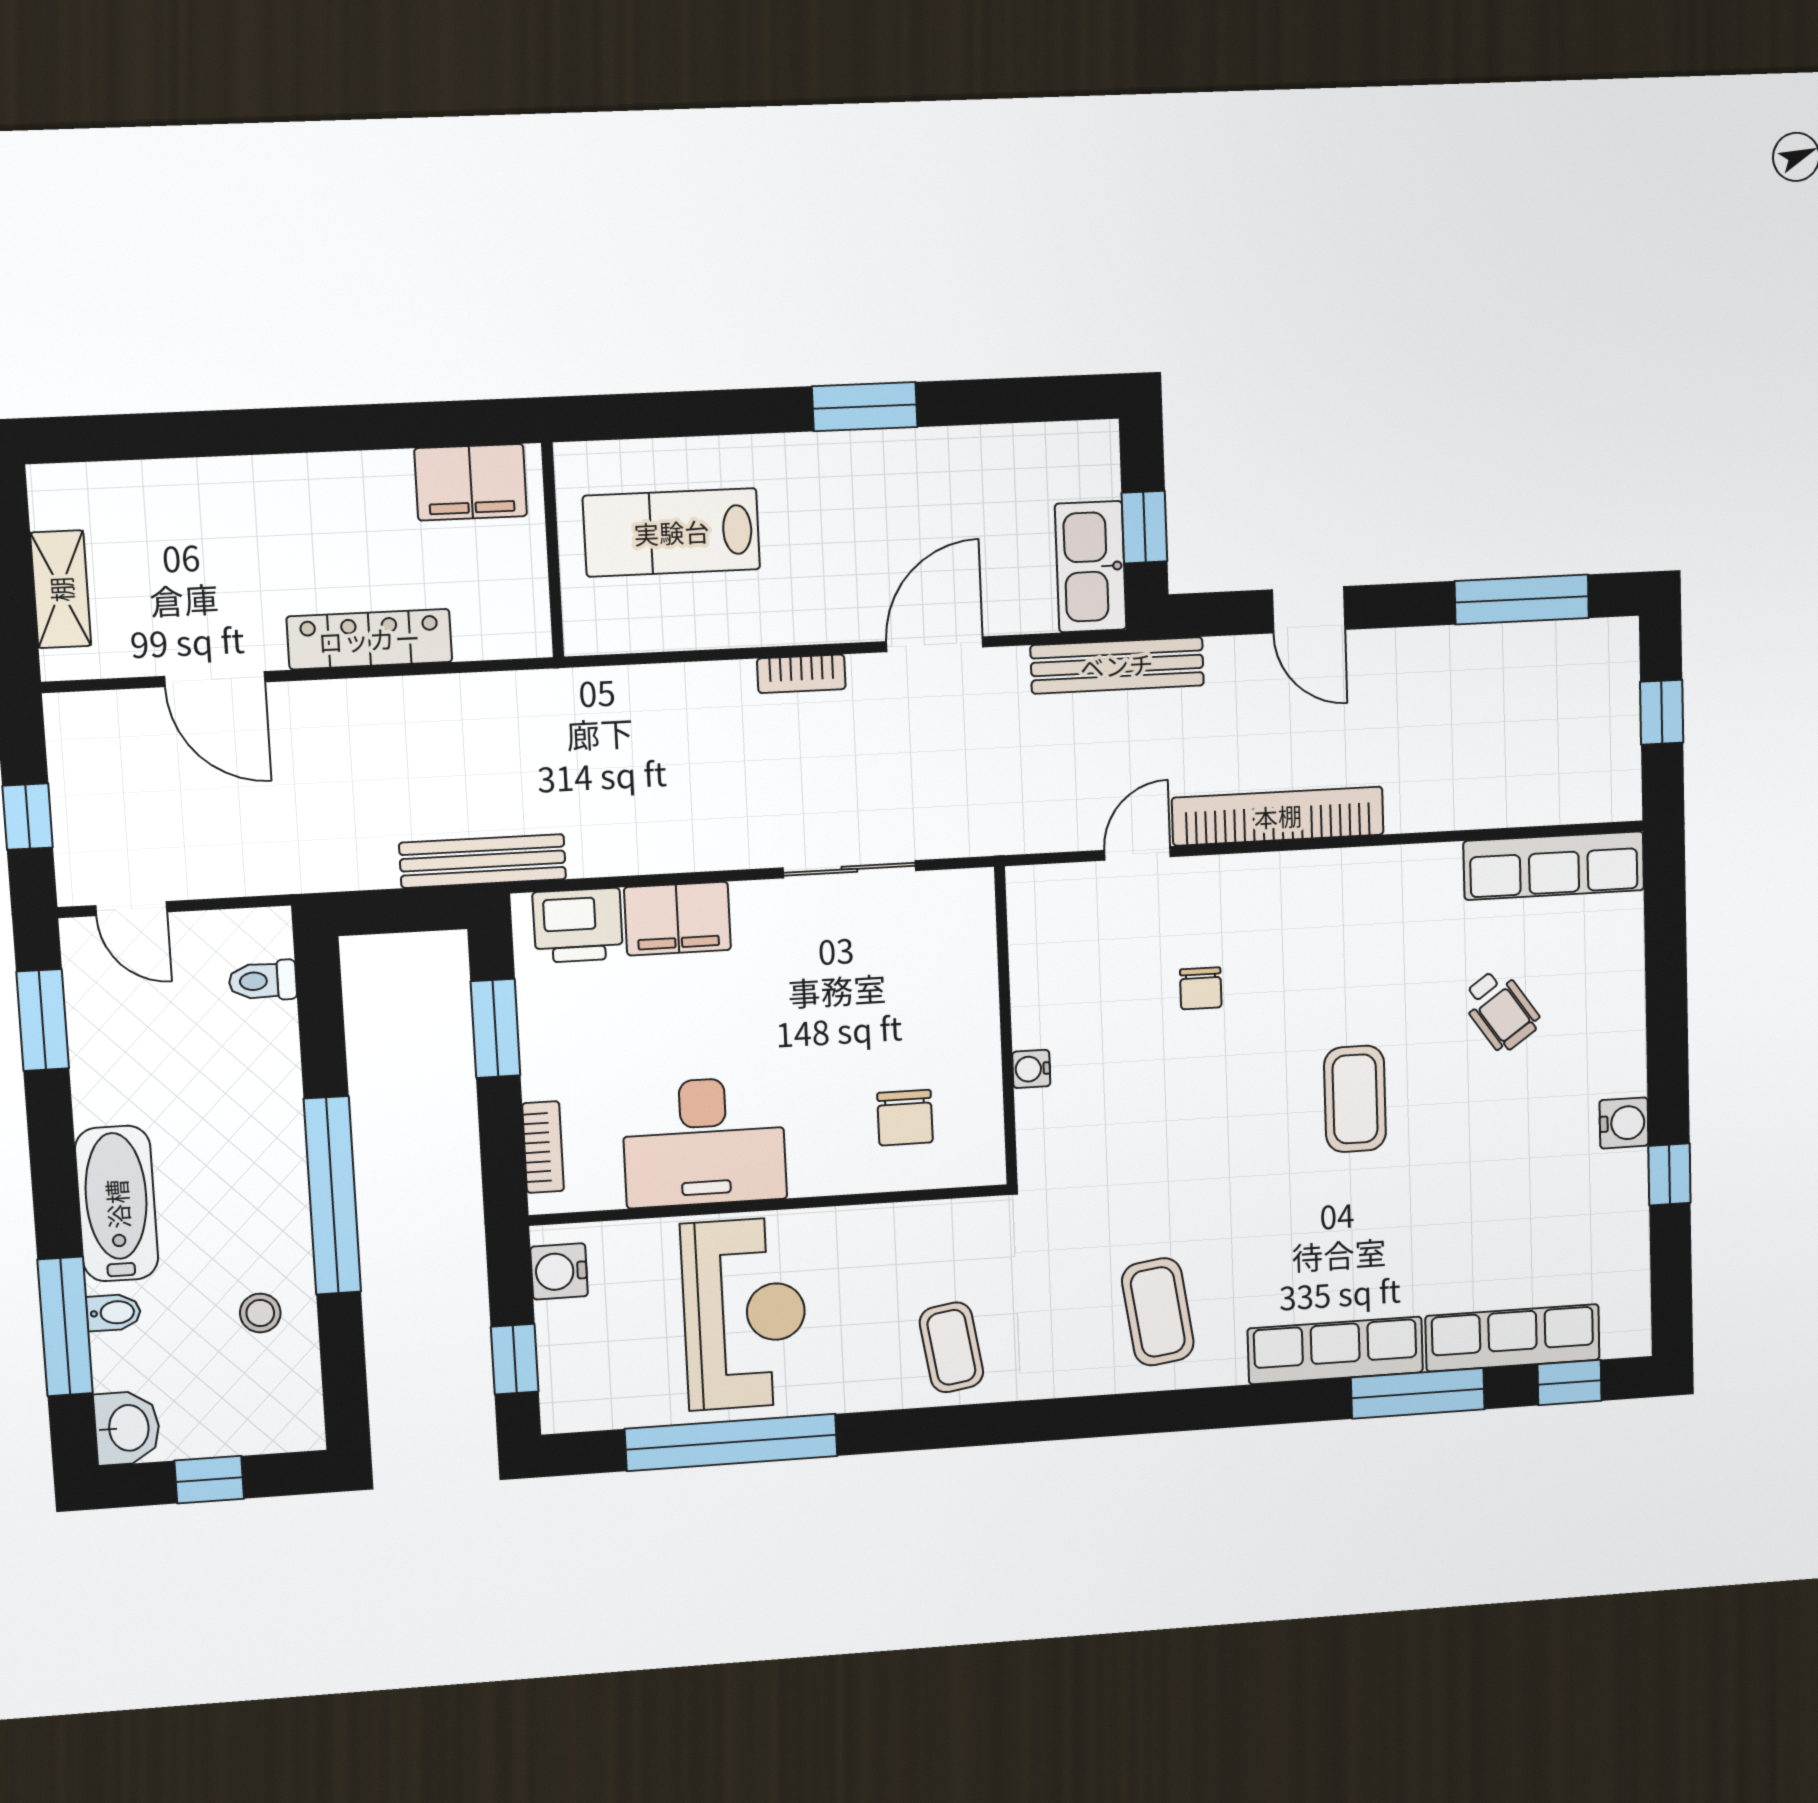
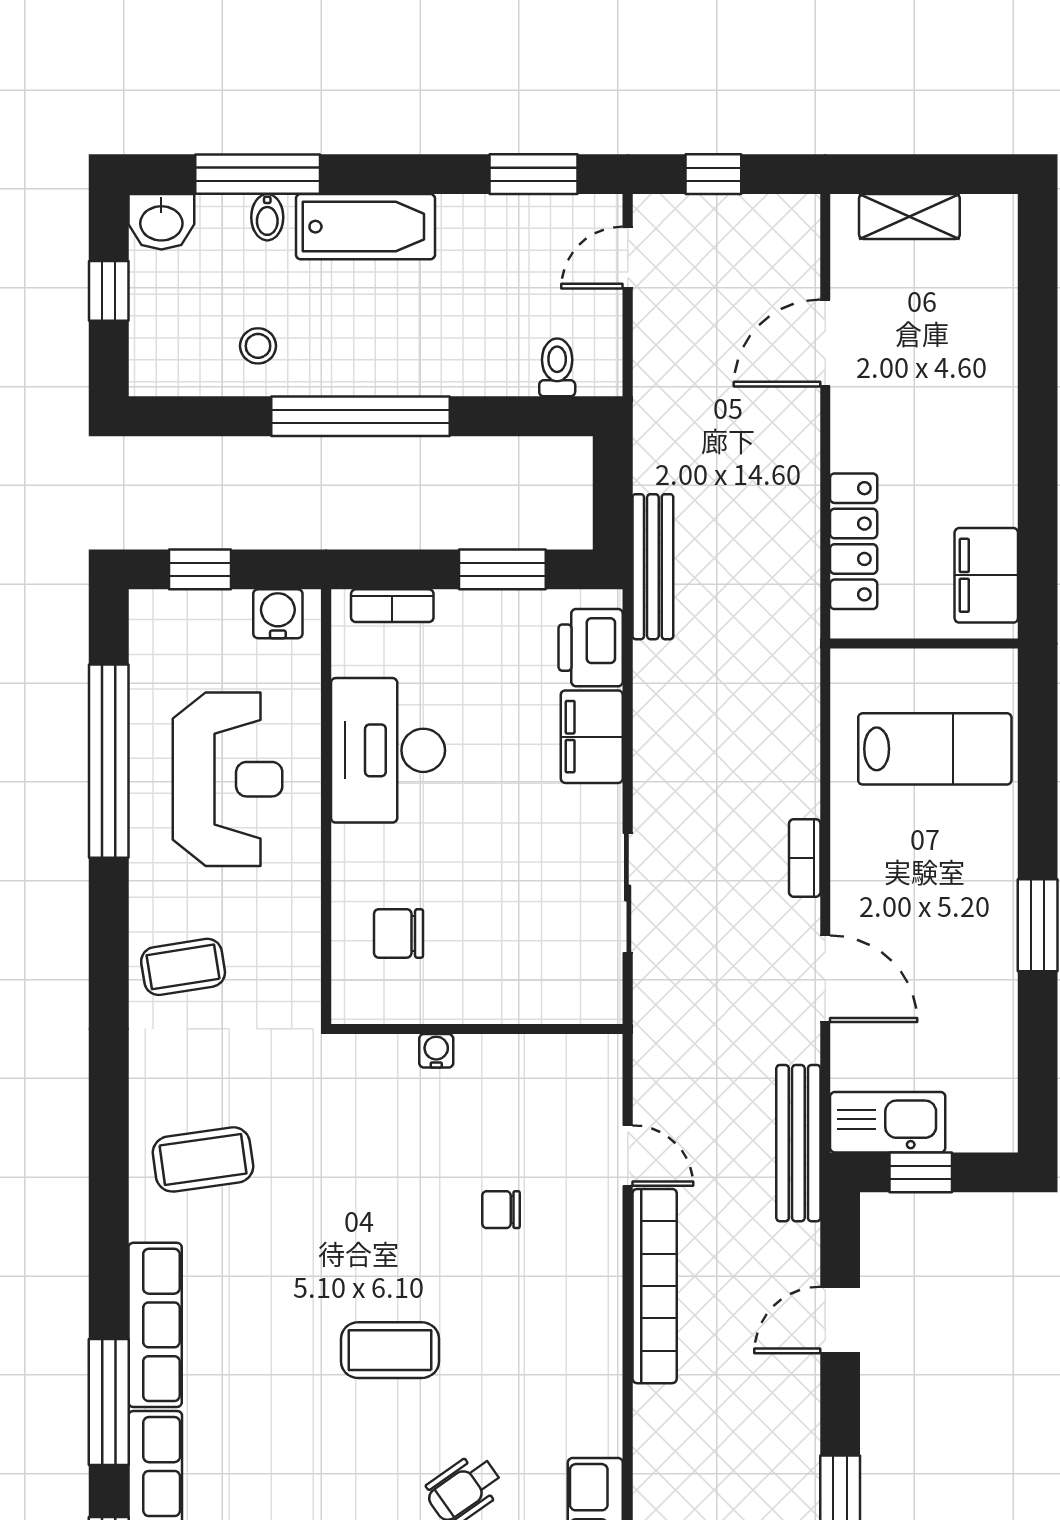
lab bench: (672, 532) -> (935, 749), turned 90
locker: (369, 639) -> (854, 541), moved
reception desk: (745, 1314) -> (227, 779), turned -90

